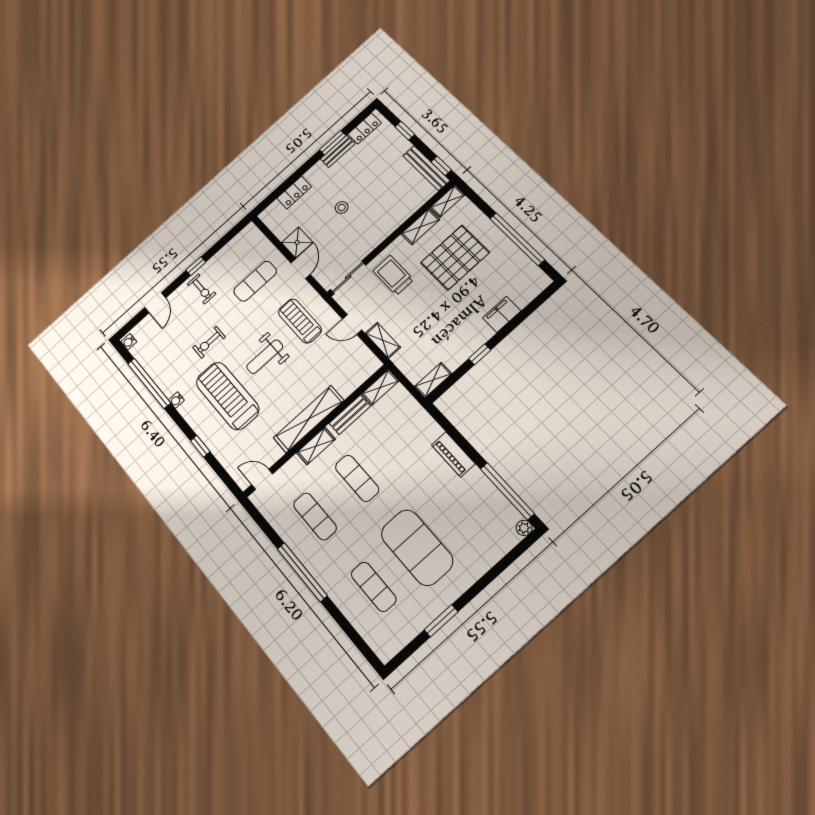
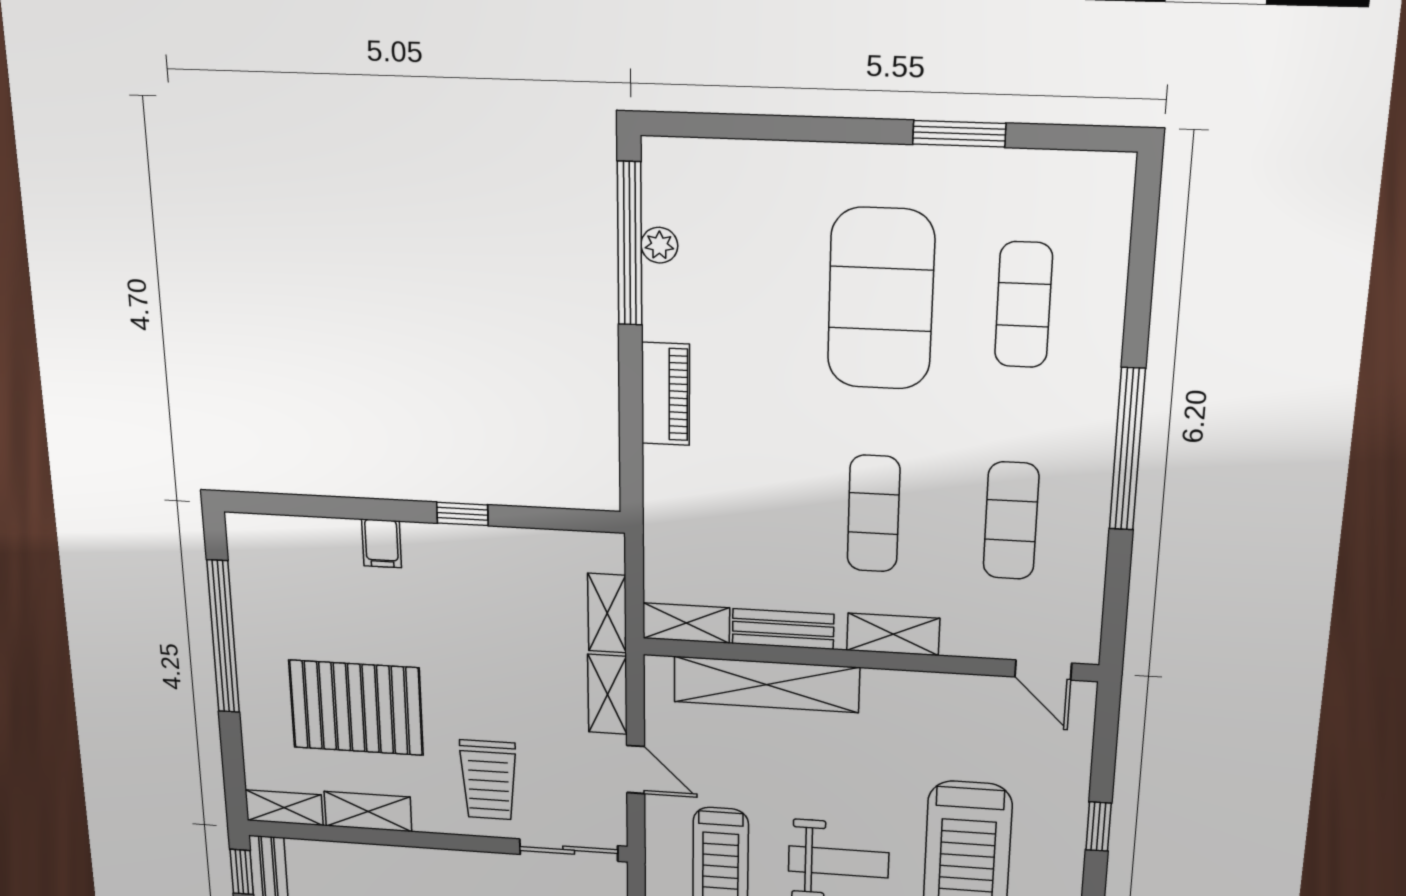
filing cabinet: (502, 314) -> (382, 543), width x0.50
shelving: (433, 380) -> (607, 613), moved, turned 90
shelving: (309, 419) -> (766, 684), moved
plant: (524, 528) -> (659, 245), moved

